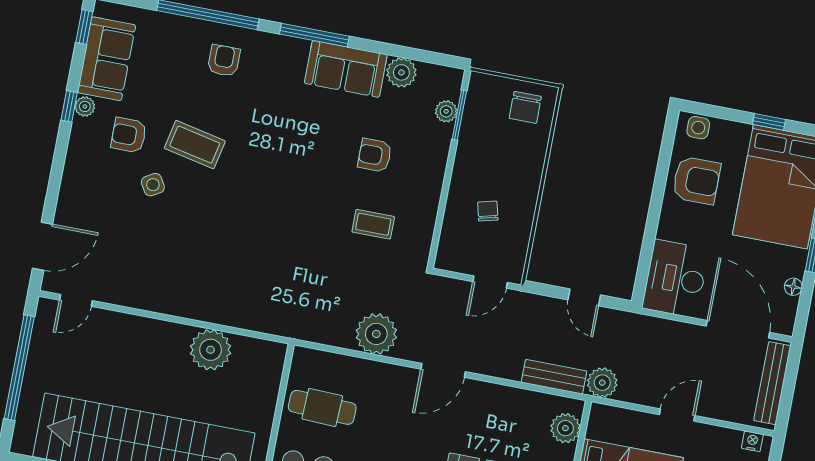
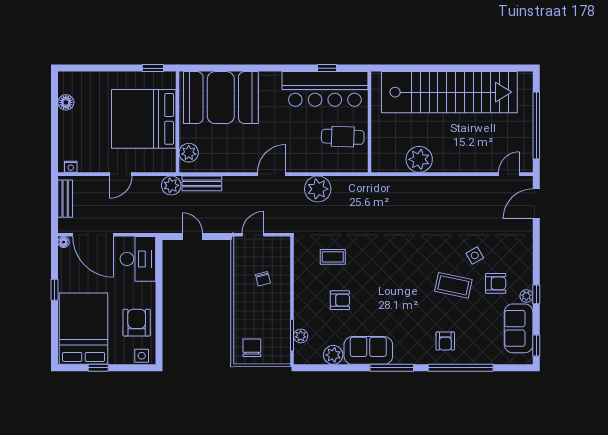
armchair: (696, 180) -> (137, 323), turned 90
floor lamp: (793, 287) -> (64, 242), moved
bench: (772, 383) -> (65, 199), width x0.73

